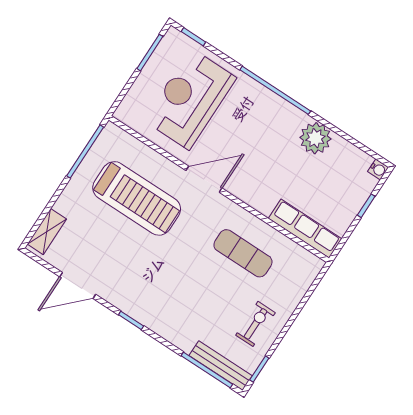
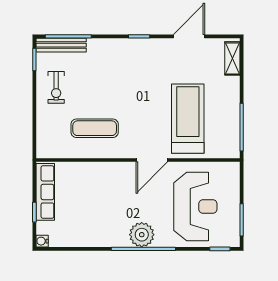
plant: (315, 138) -> (142, 235), moved
treadmill: (137, 198) -> (188, 119), turned 90
row of seats: (305, 229) -> (45, 192), moved, turned -90

